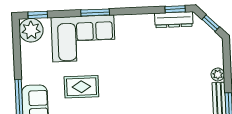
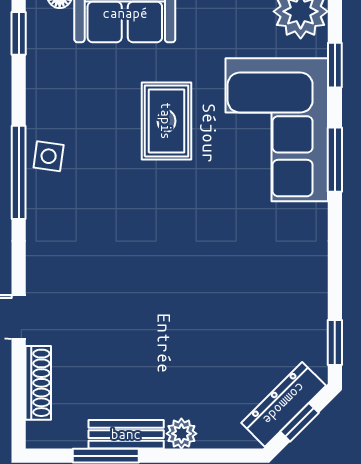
window: (38, 15) -> (335, 65), moved
dresser: (174, 20) -> (284, 404), moved, turned 45

